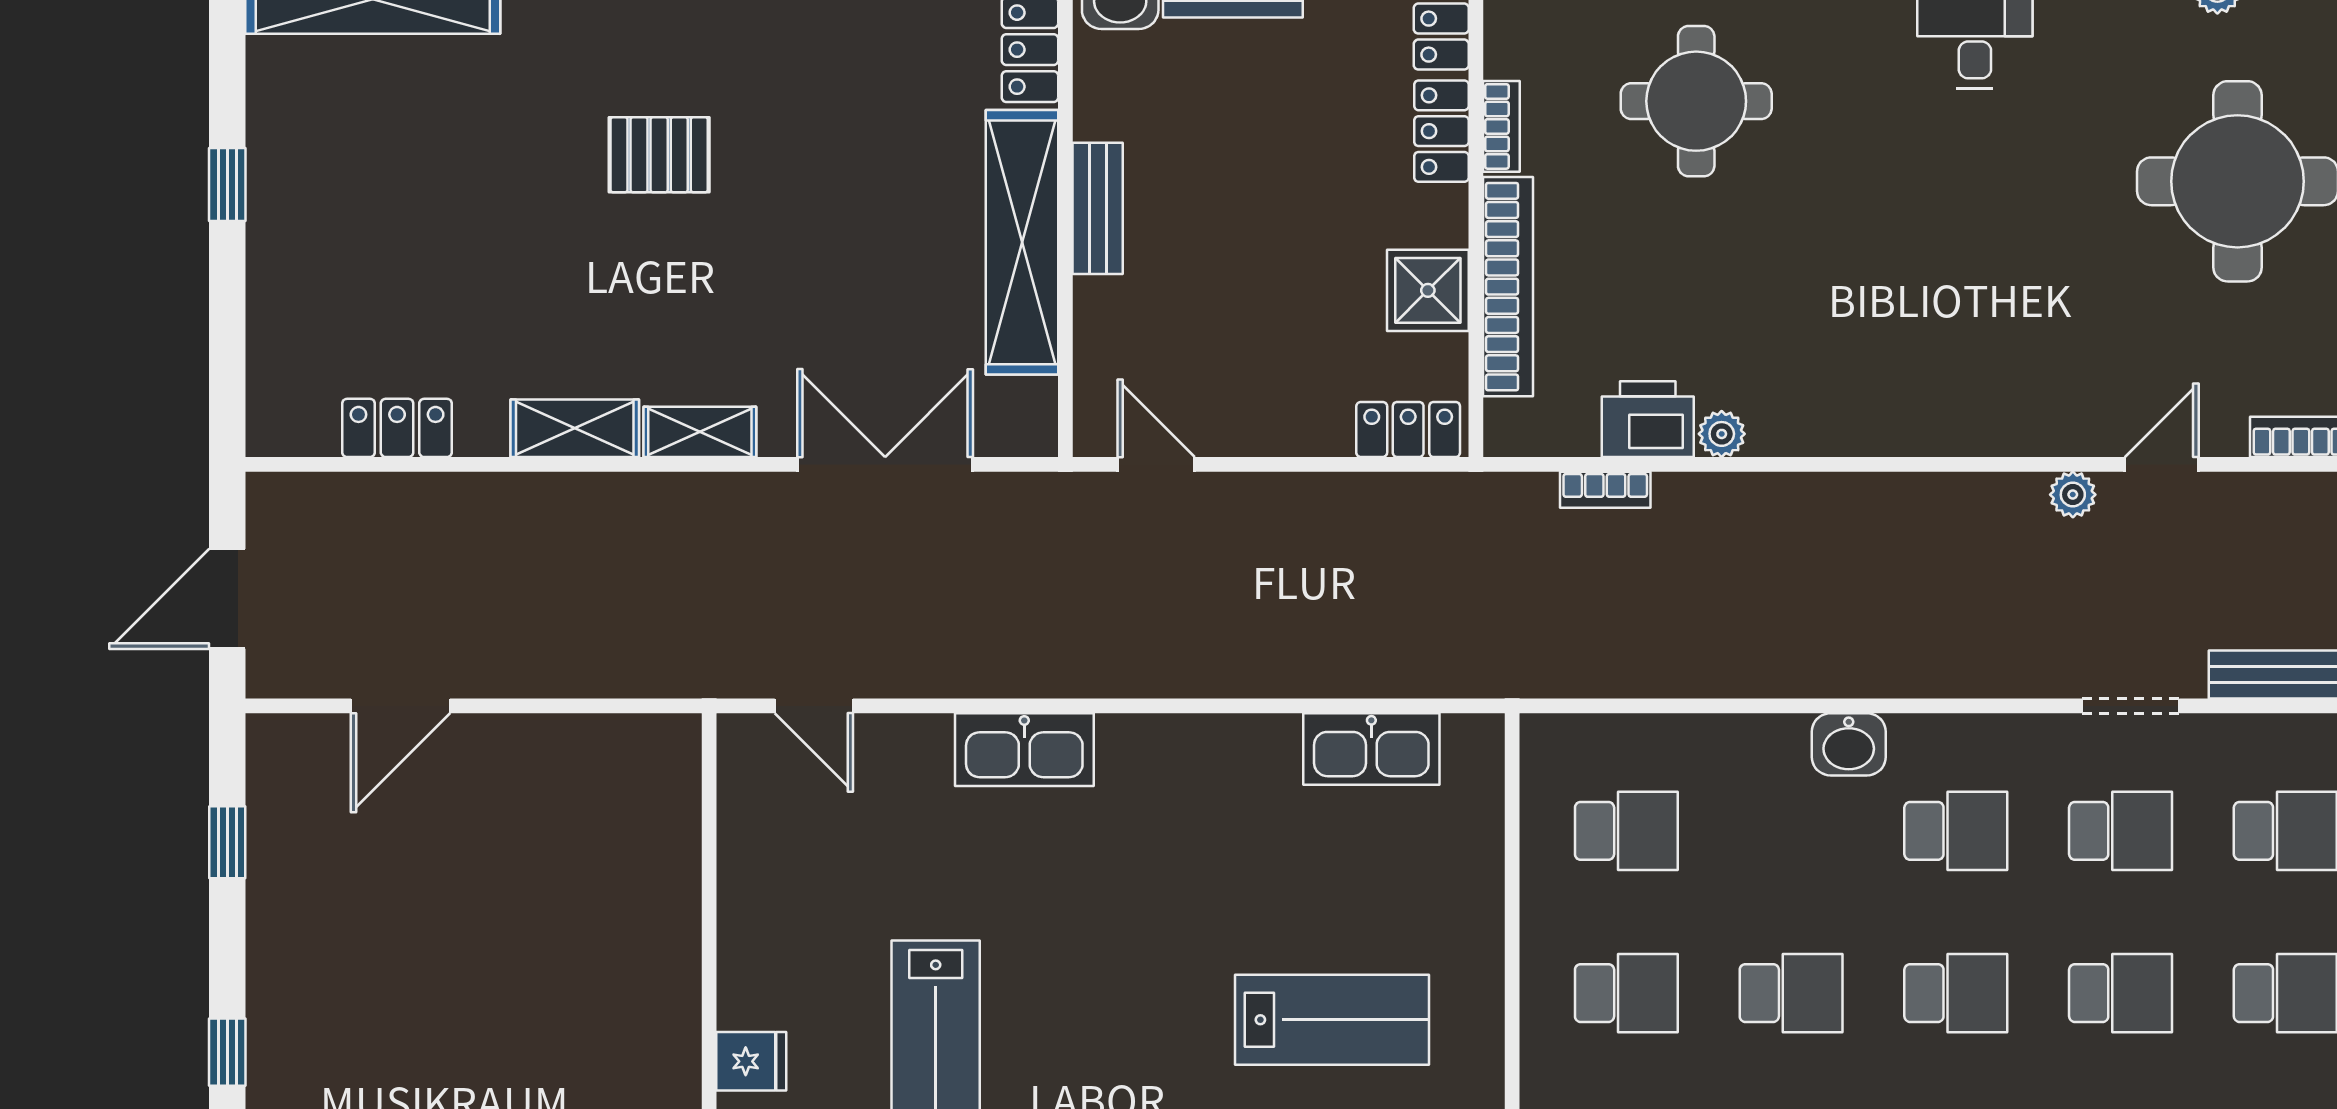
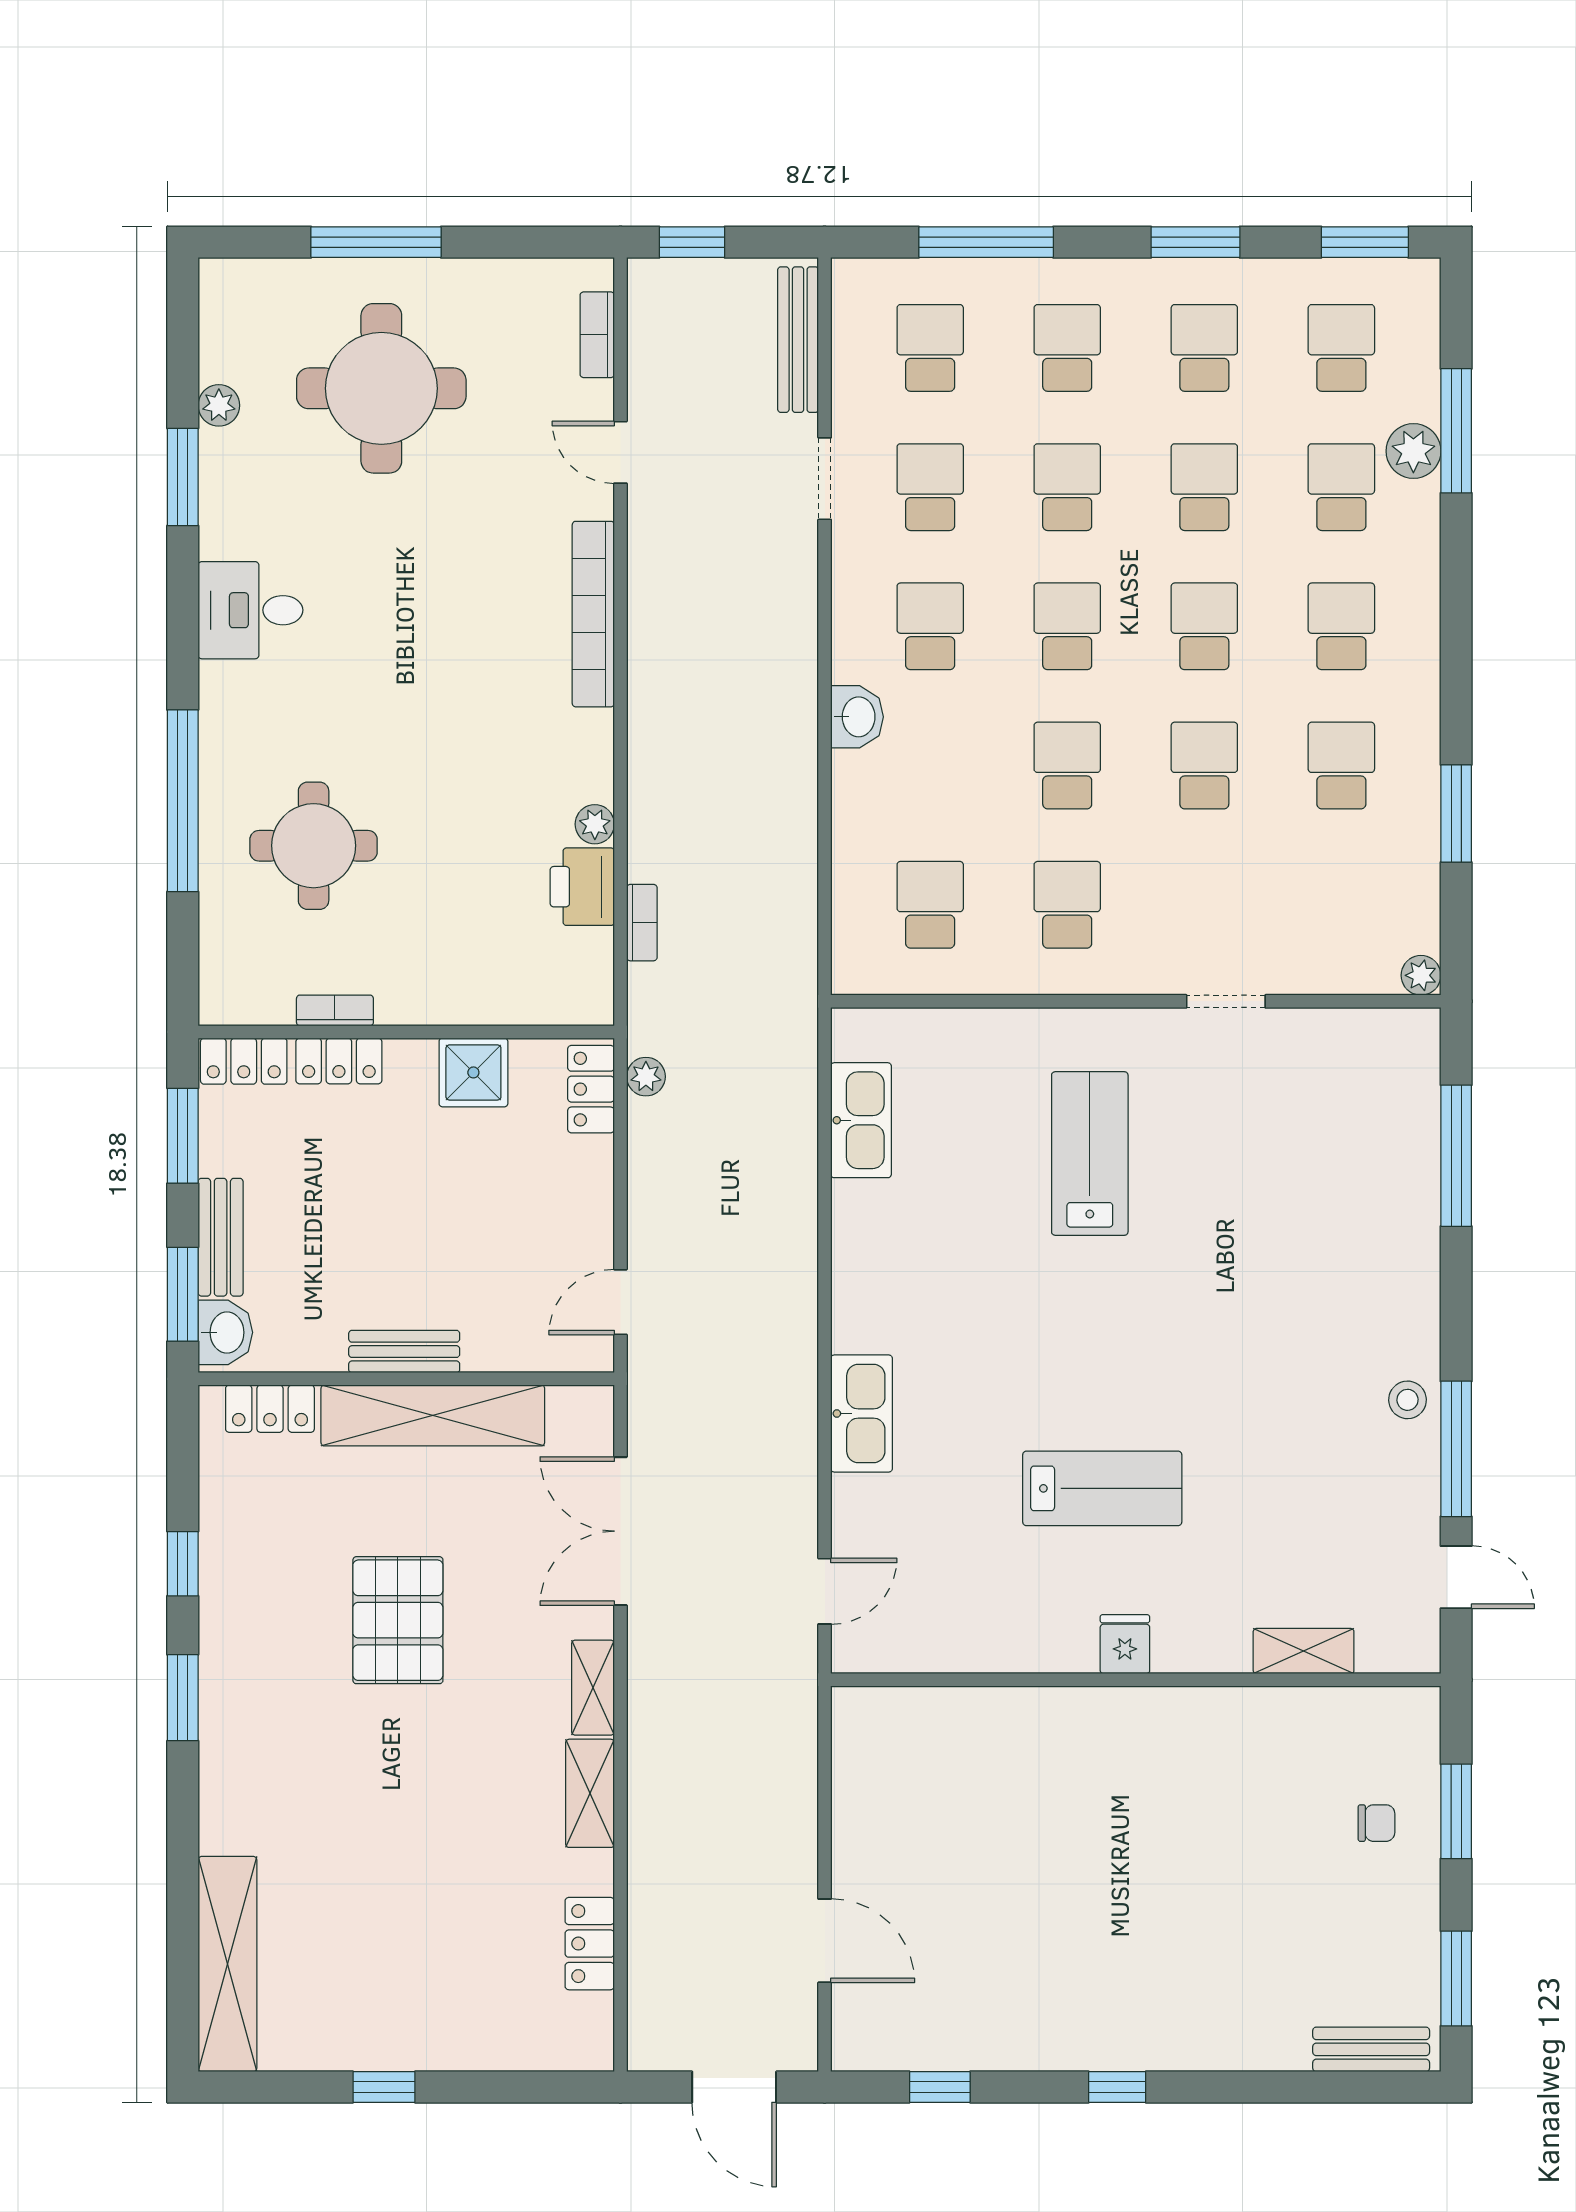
pallet: (659, 155) -> (398, 1620), moved, width x1.50, depth x1.42
bookcase: (1508, 287) -> (593, 614), moved, turned -90
plant: (2073, 495) -> (646, 1077), moved

